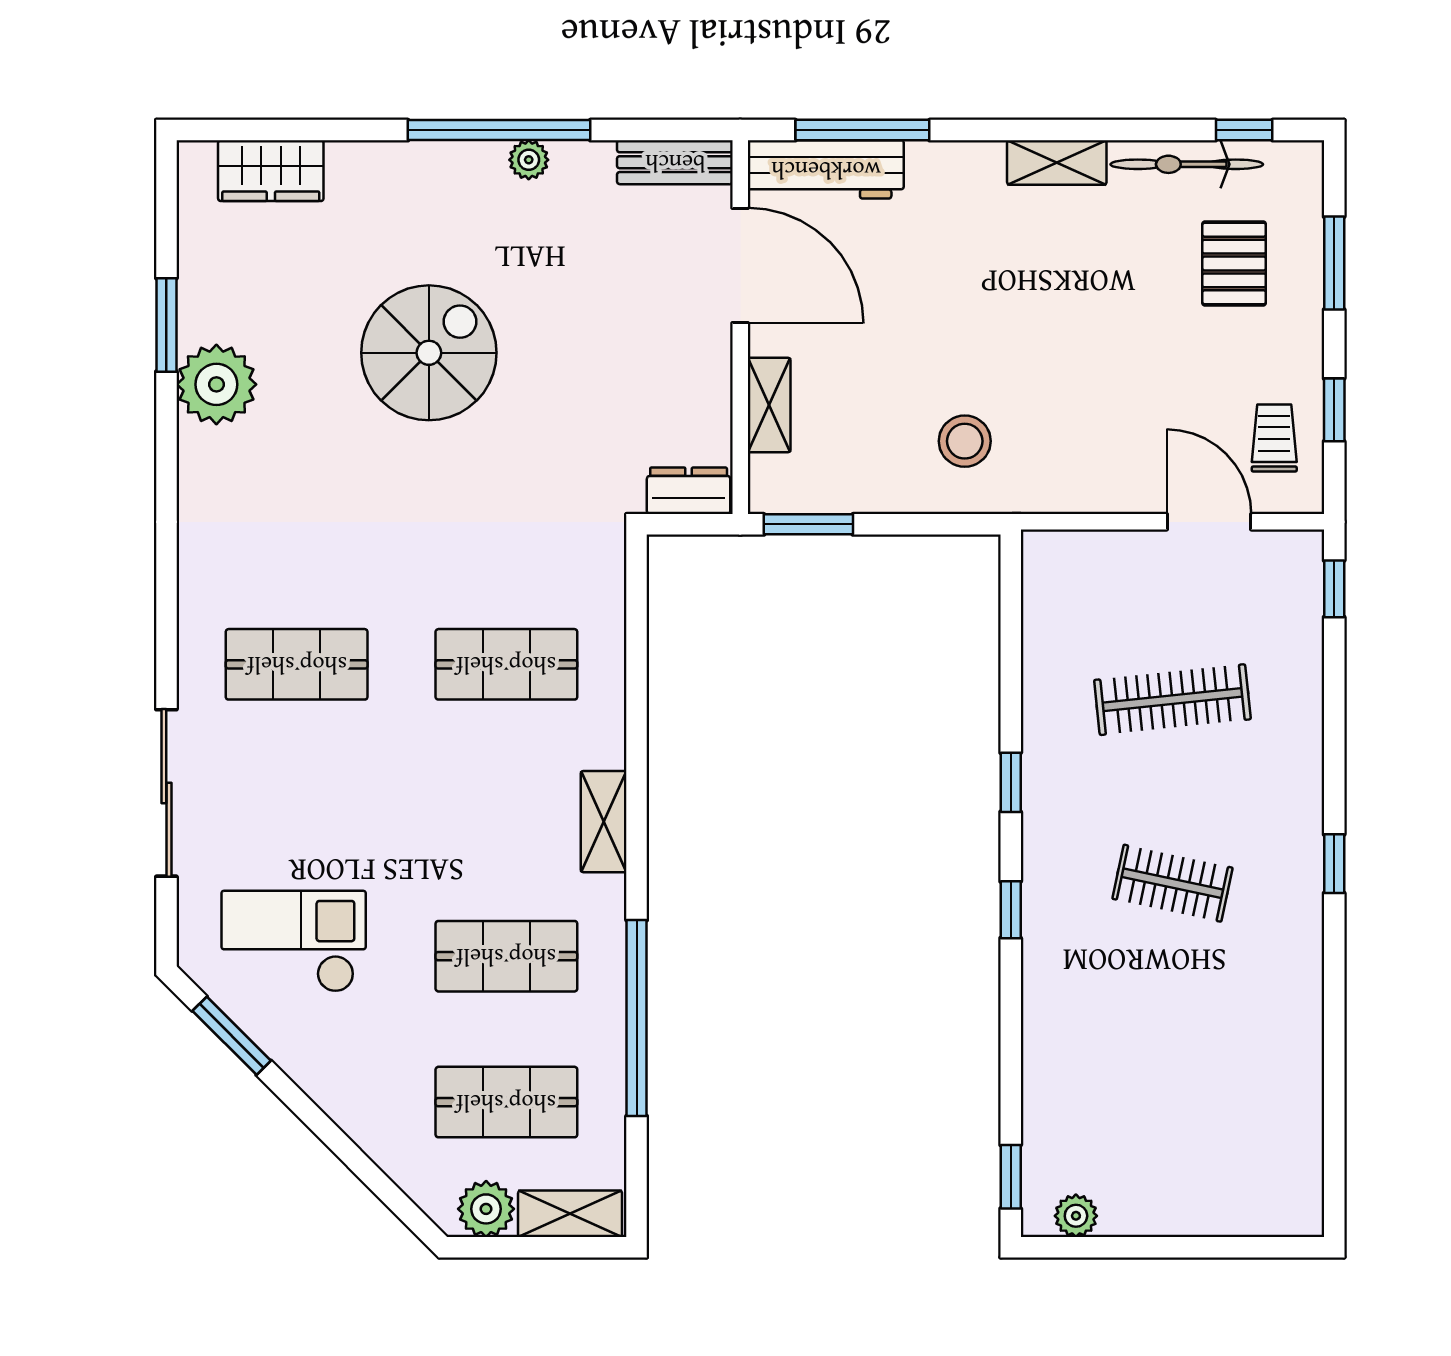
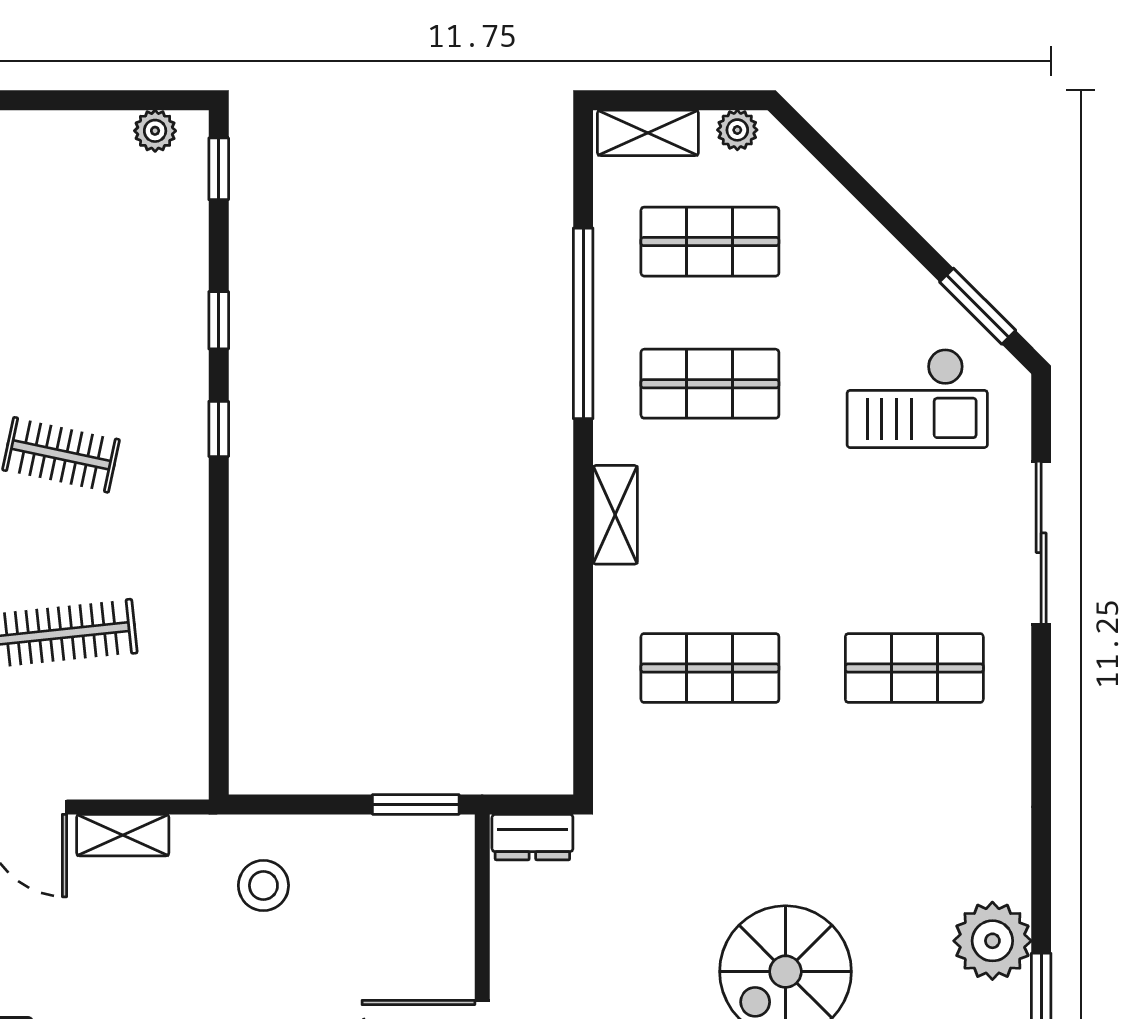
shelving: (769, 405) -> (123, 835), moved, turned 90
window: (1011, 782) -> (219, 320), moved
plant: (486, 1209) -> (737, 130), width x0.73, depth x0.73

